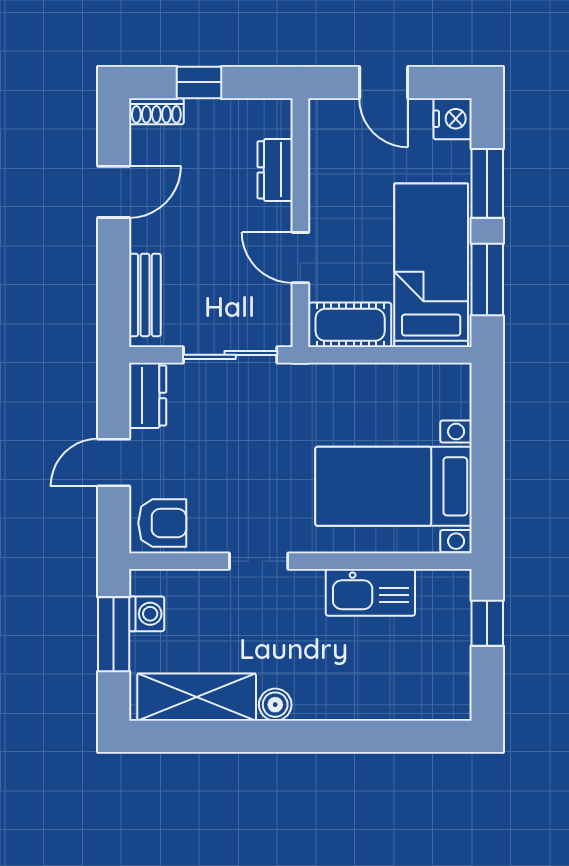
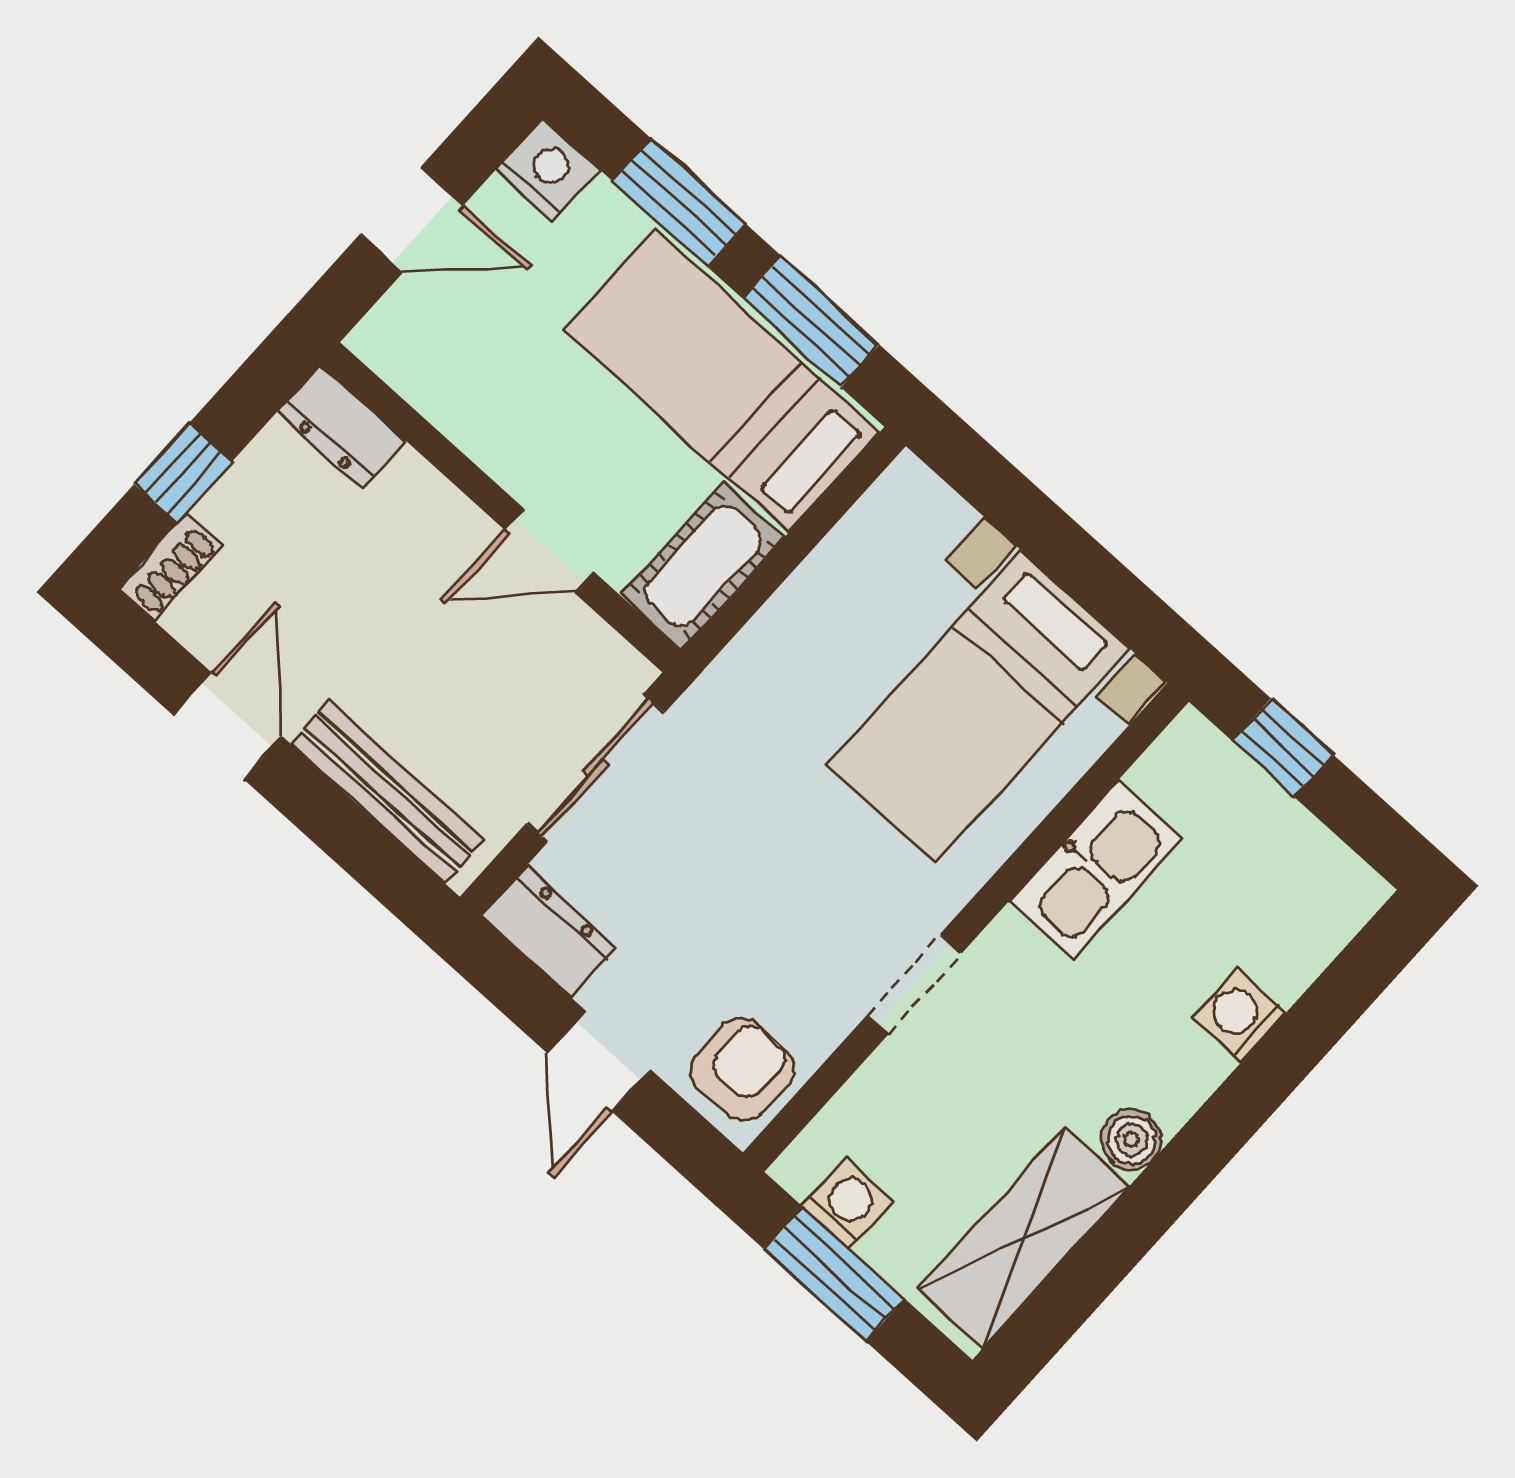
dresser: (275, 170) -> (342, 426), moved
bench: (145, 295) -> (387, 792), width x1.36
washing machine: (364, 703) -> (1239, 1015), added

